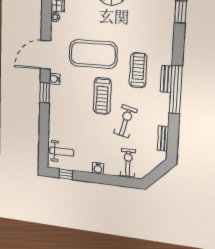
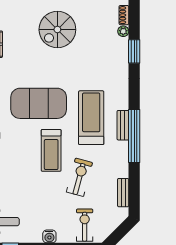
treadmill: (138, 70) -> (91, 118), width x1.37, depth x1.38

